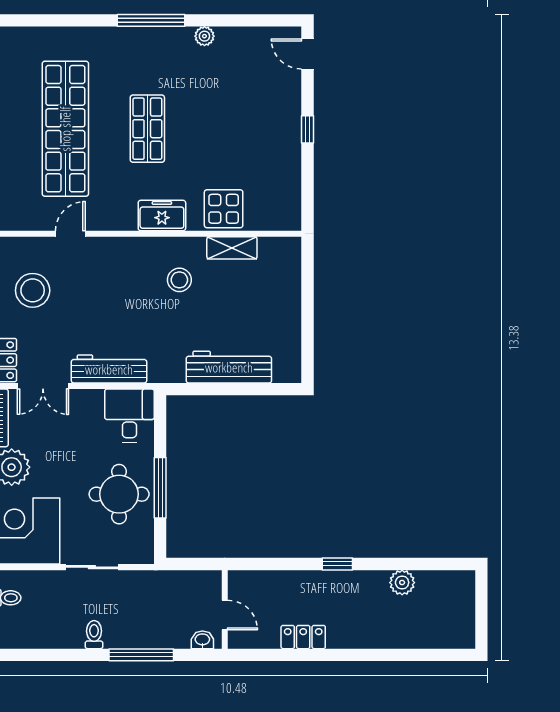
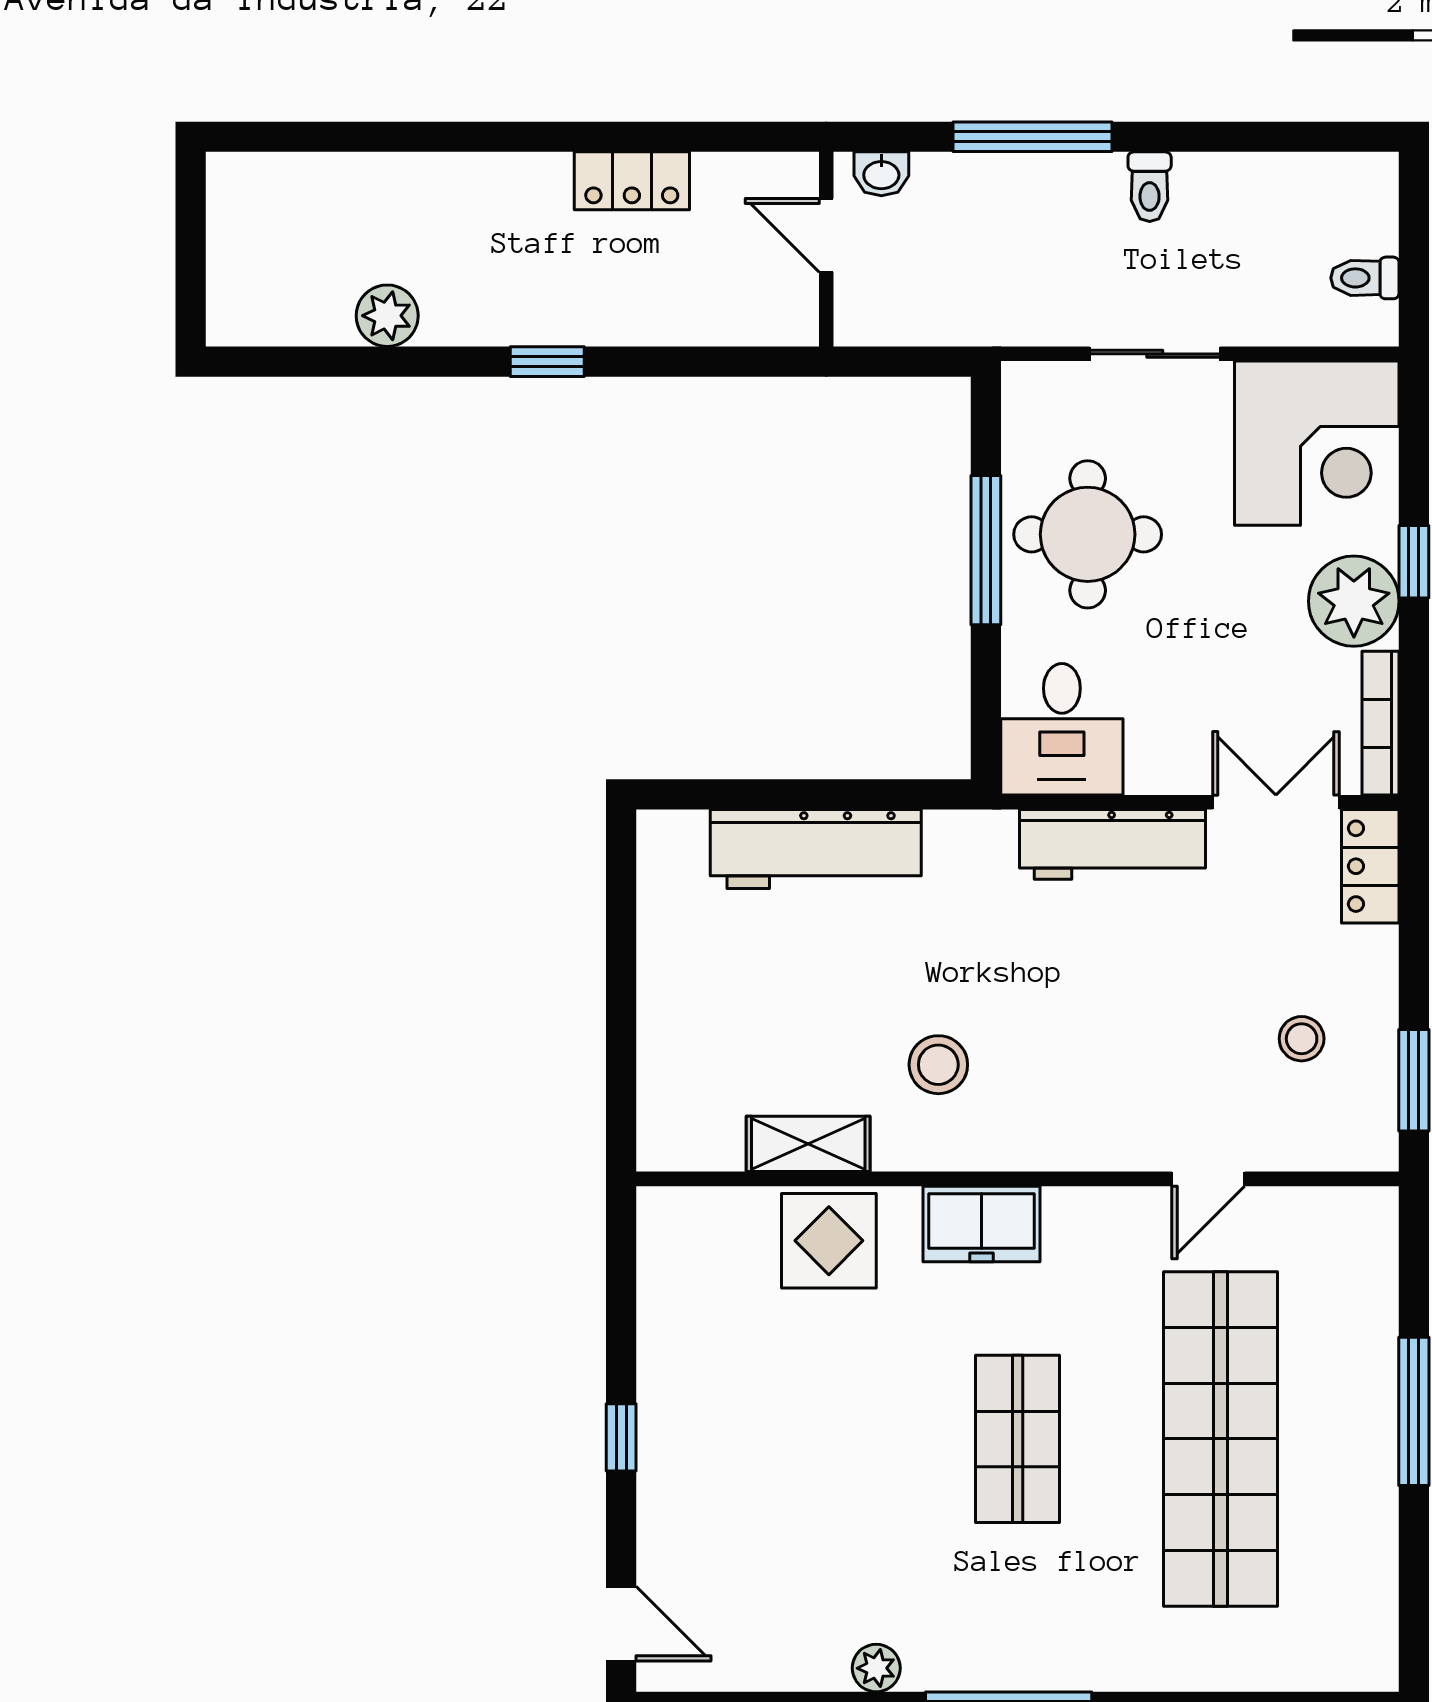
stool: (33, 290) -> (1302, 1039), width x0.53, depth x0.53

